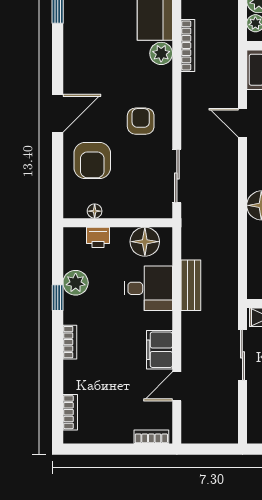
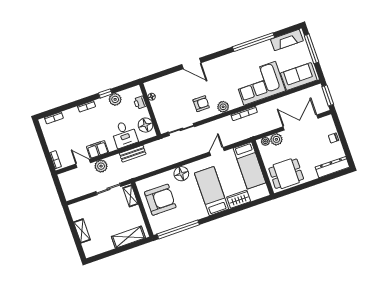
plant: (161, 53) -> (223, 107), moved
armchair: (92, 160) -> (175, 87), removed
plant: (194, 354) -> (101, 166), added

